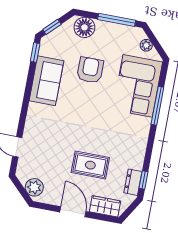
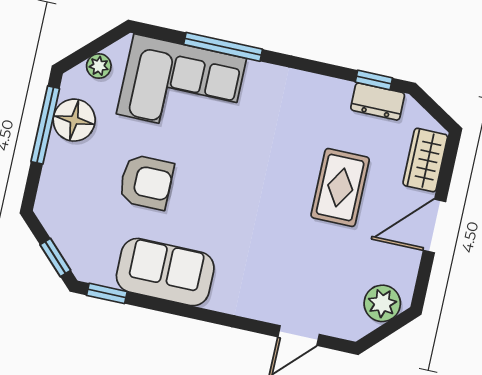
floor lamp: (84, 27) -> (74, 120), moved
armchair: (90, 70) -> (146, 182), turned 180

